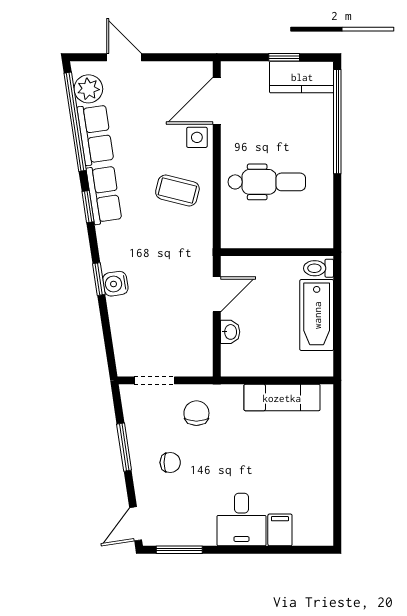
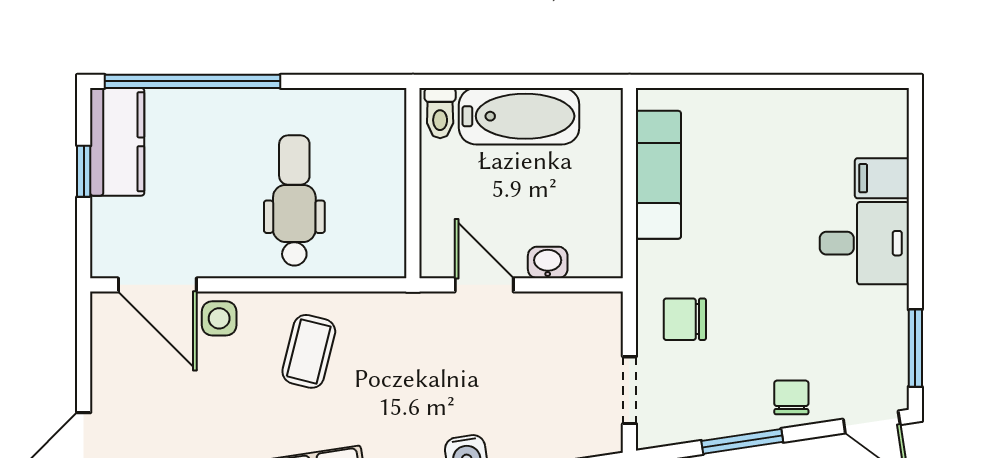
chair: (170, 462) -> (791, 397), moved

